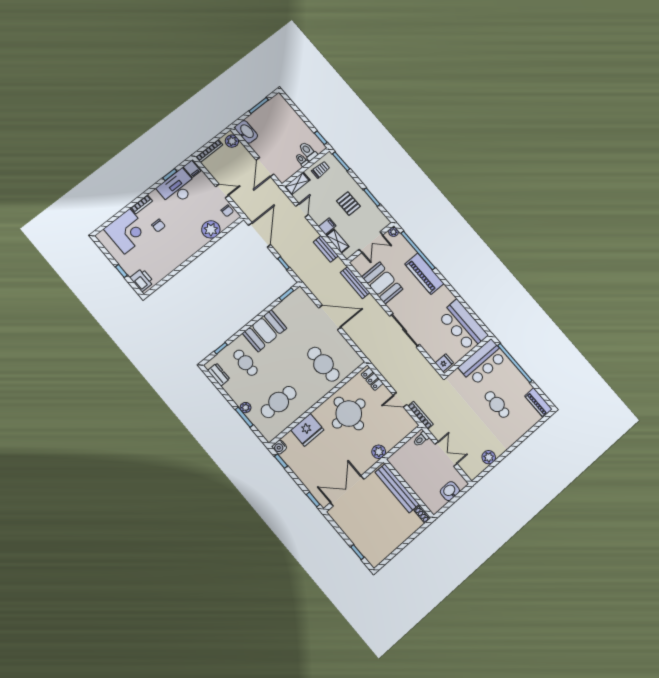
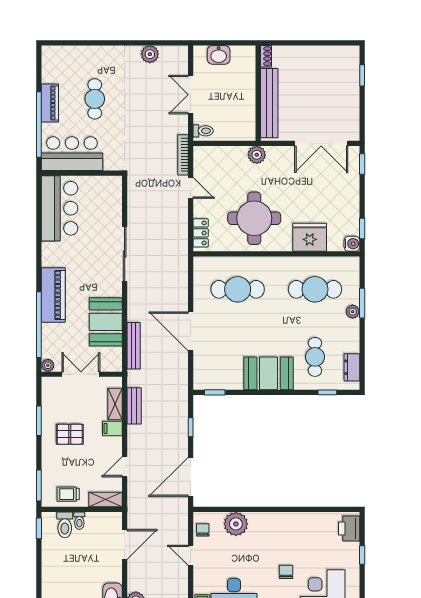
pallet: (348, 204) -> (70, 434), turned 90
fridge: (444, 363) -> (112, 186), removed
cafe table: (323, 364) -> (238, 289), turned 90
piano: (538, 403) -> (50, 103), moved

